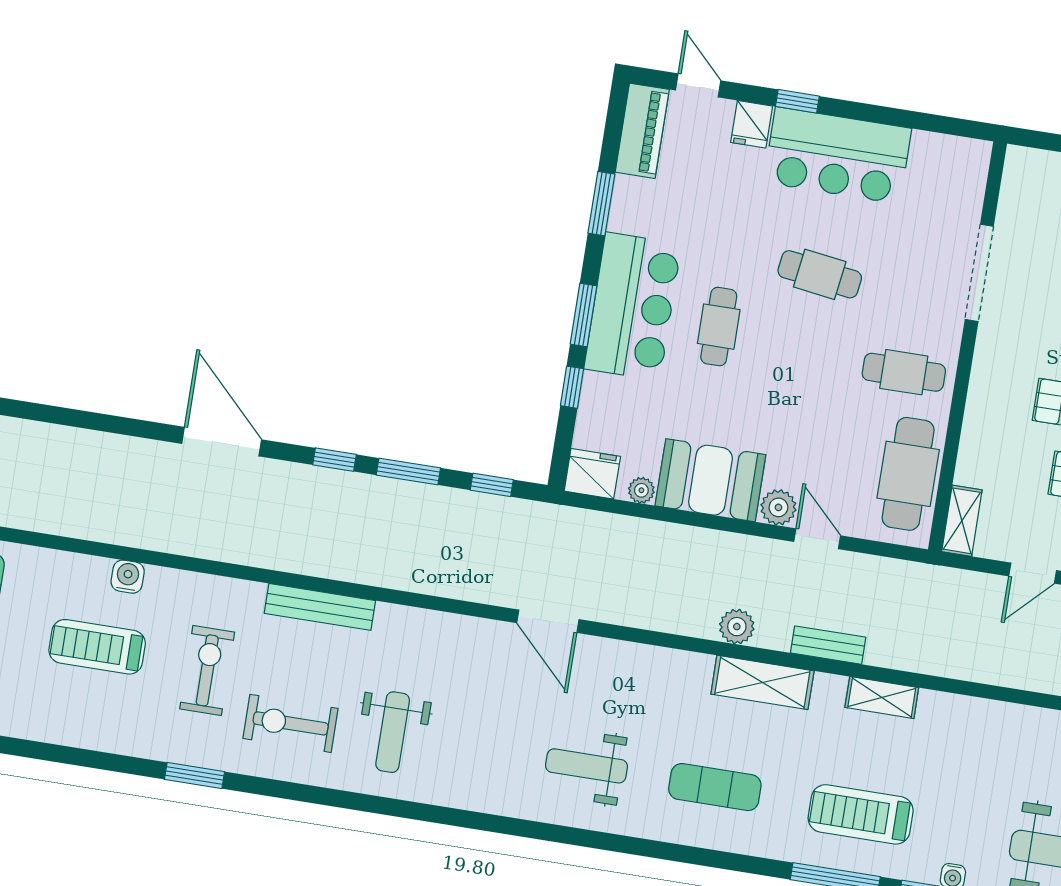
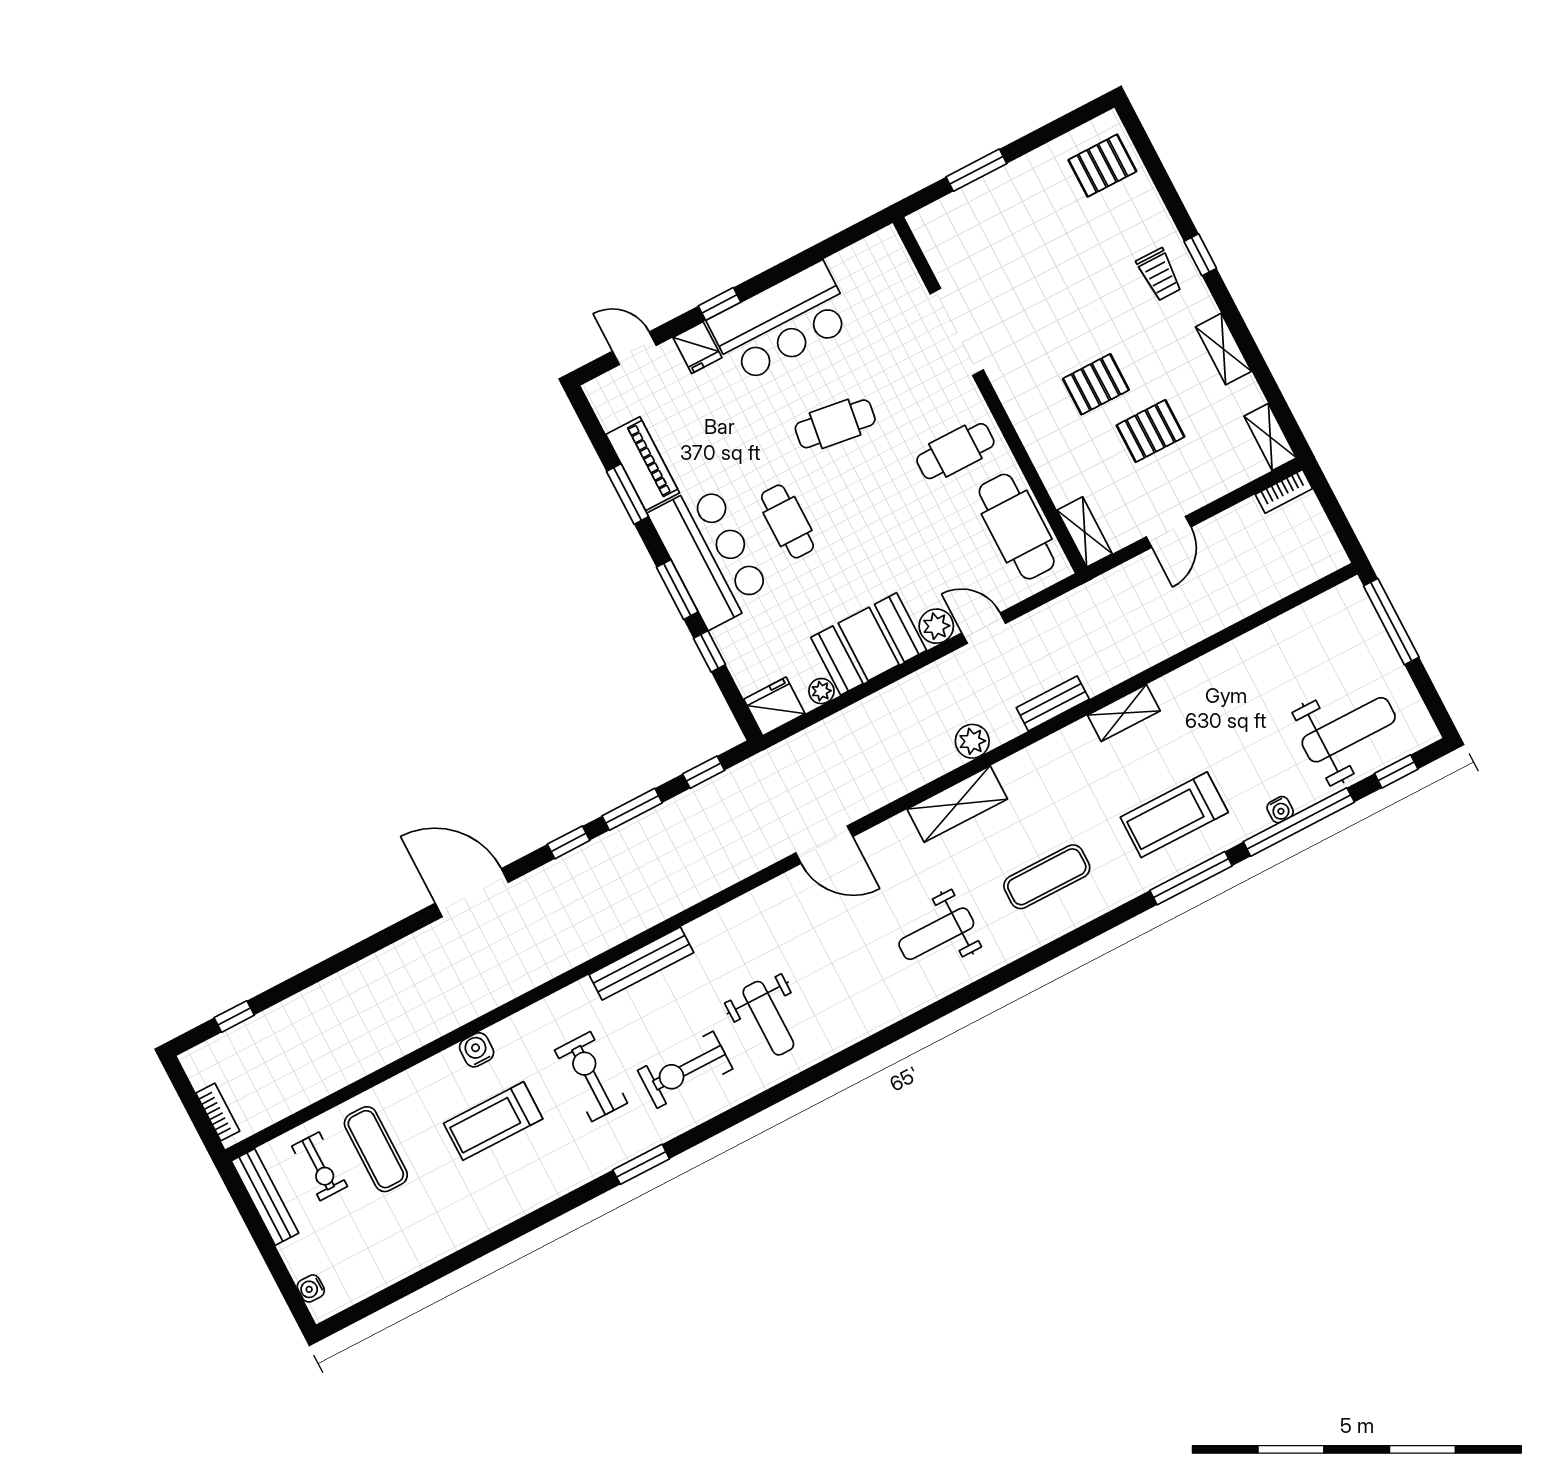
piano: (642, 131) -> (643, 464), moved
shelving: (762, 682) -> (957, 804), moved

